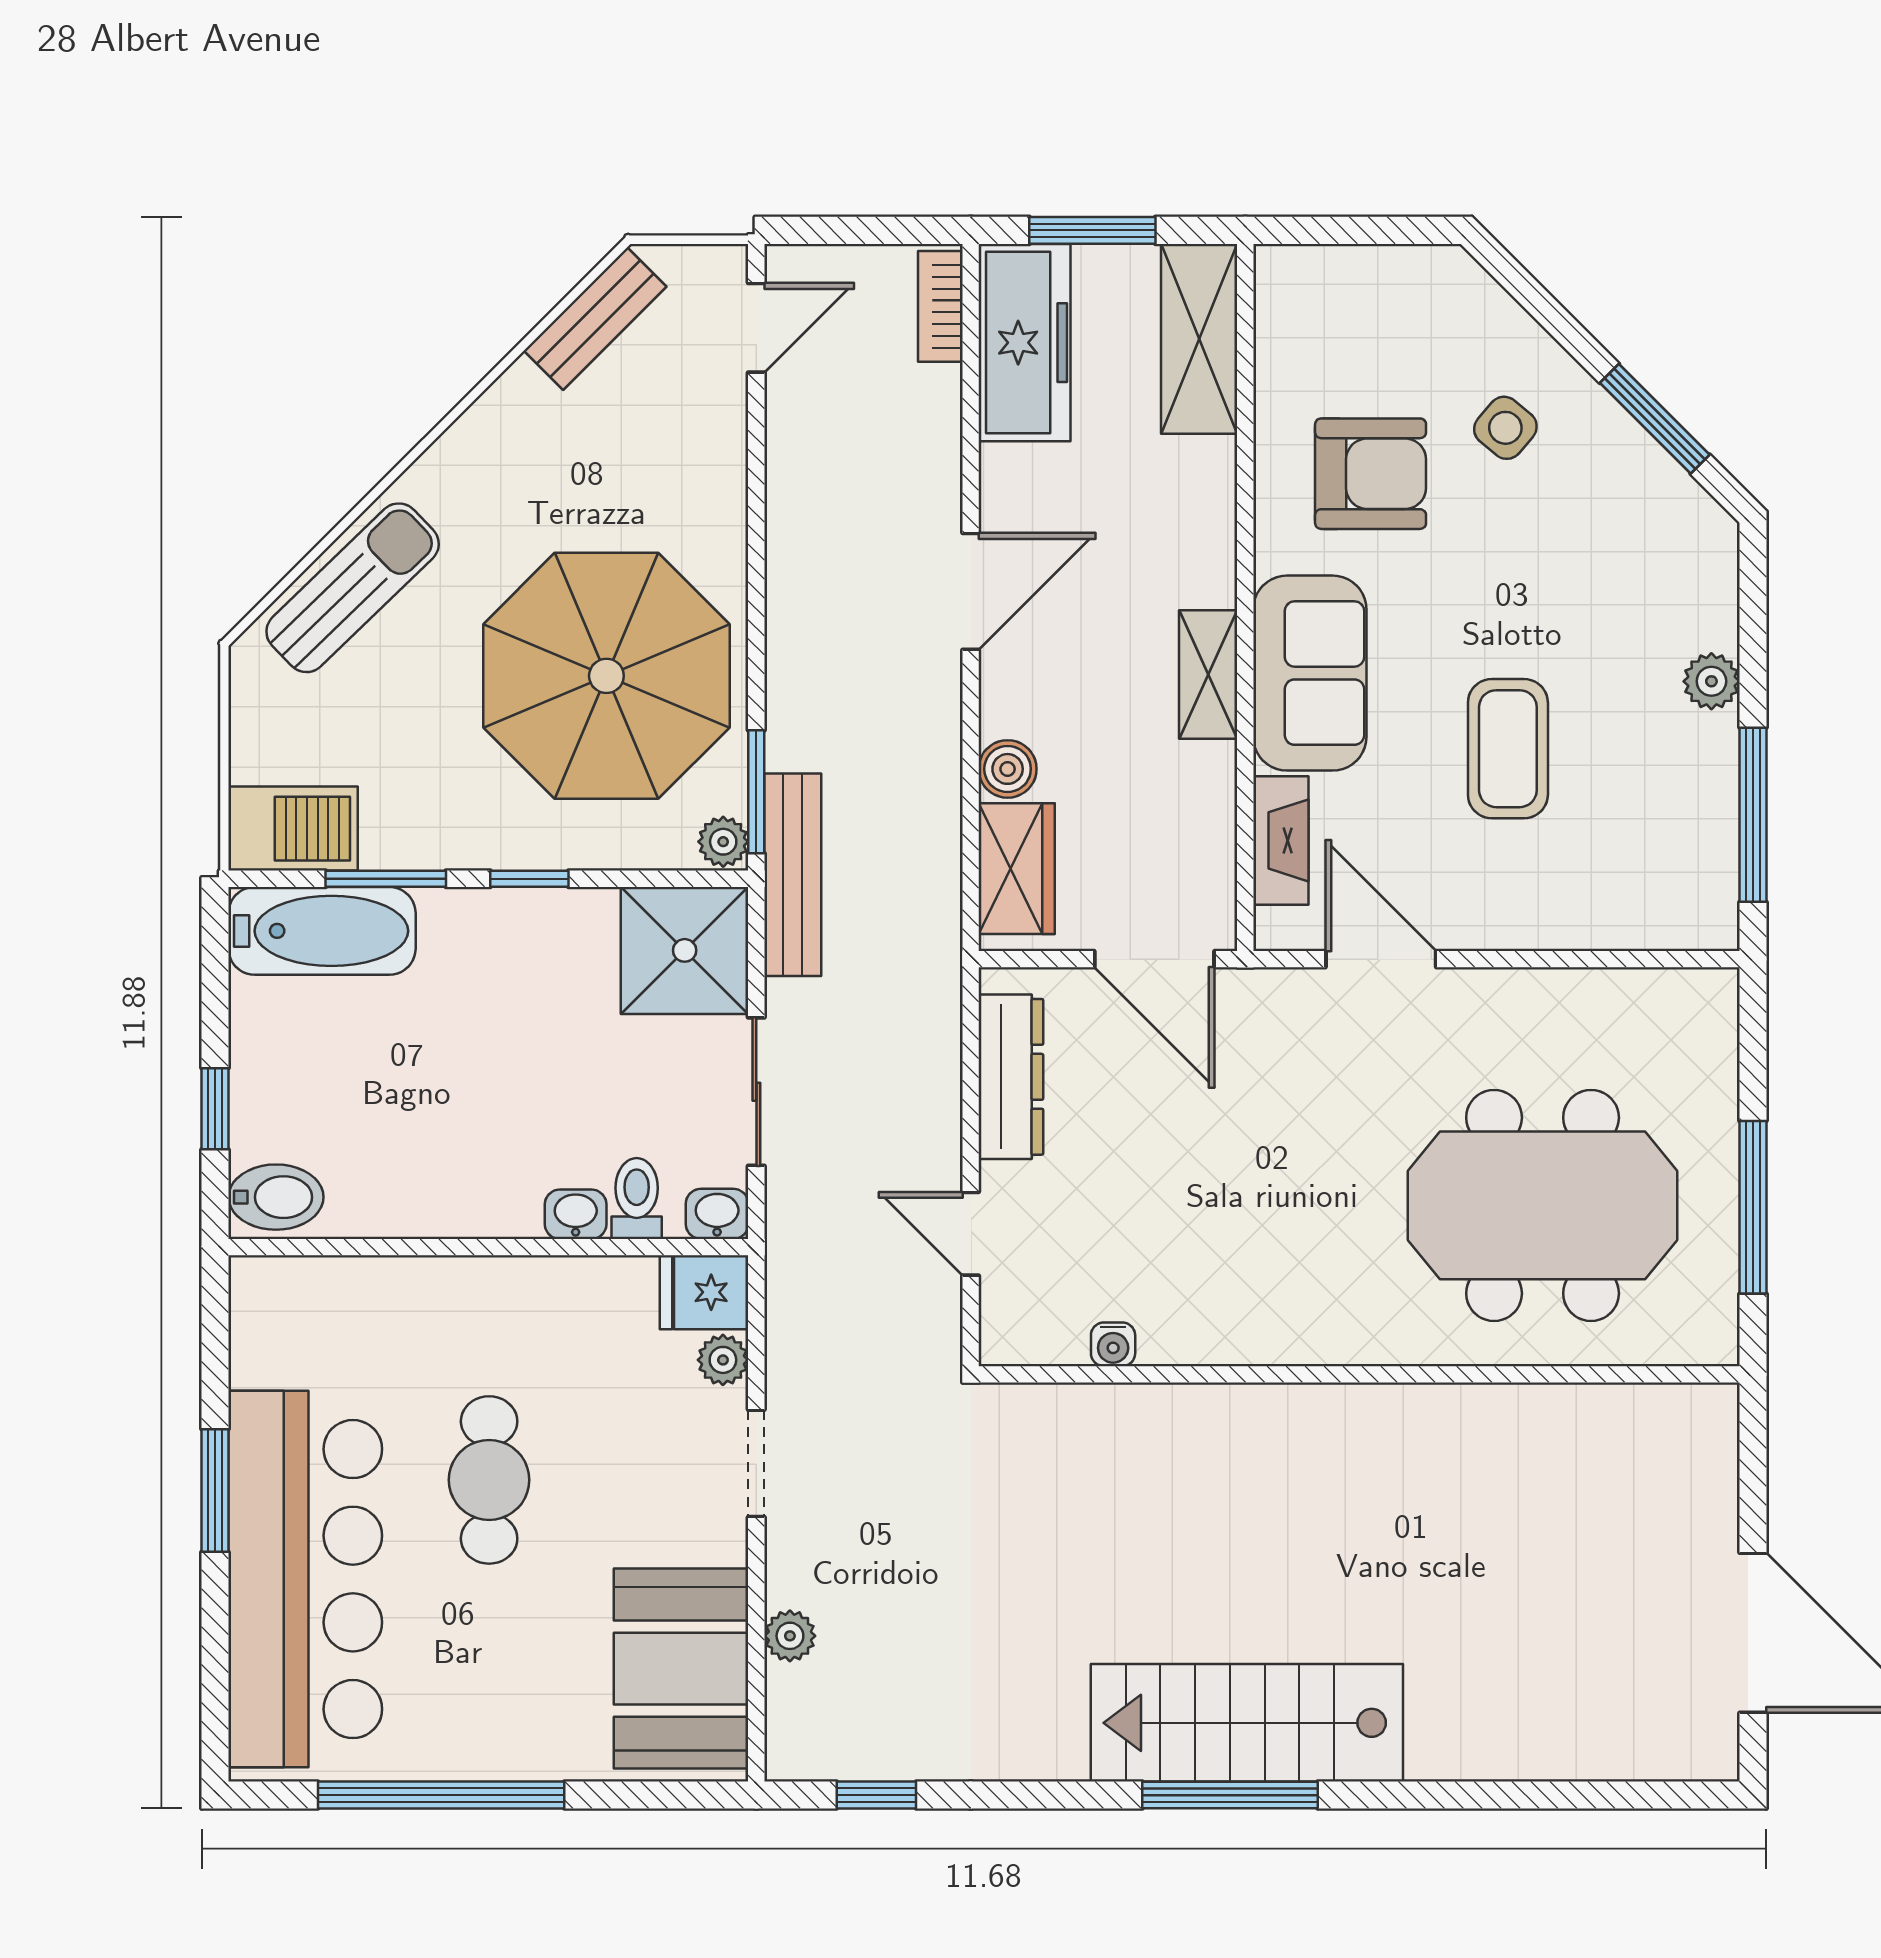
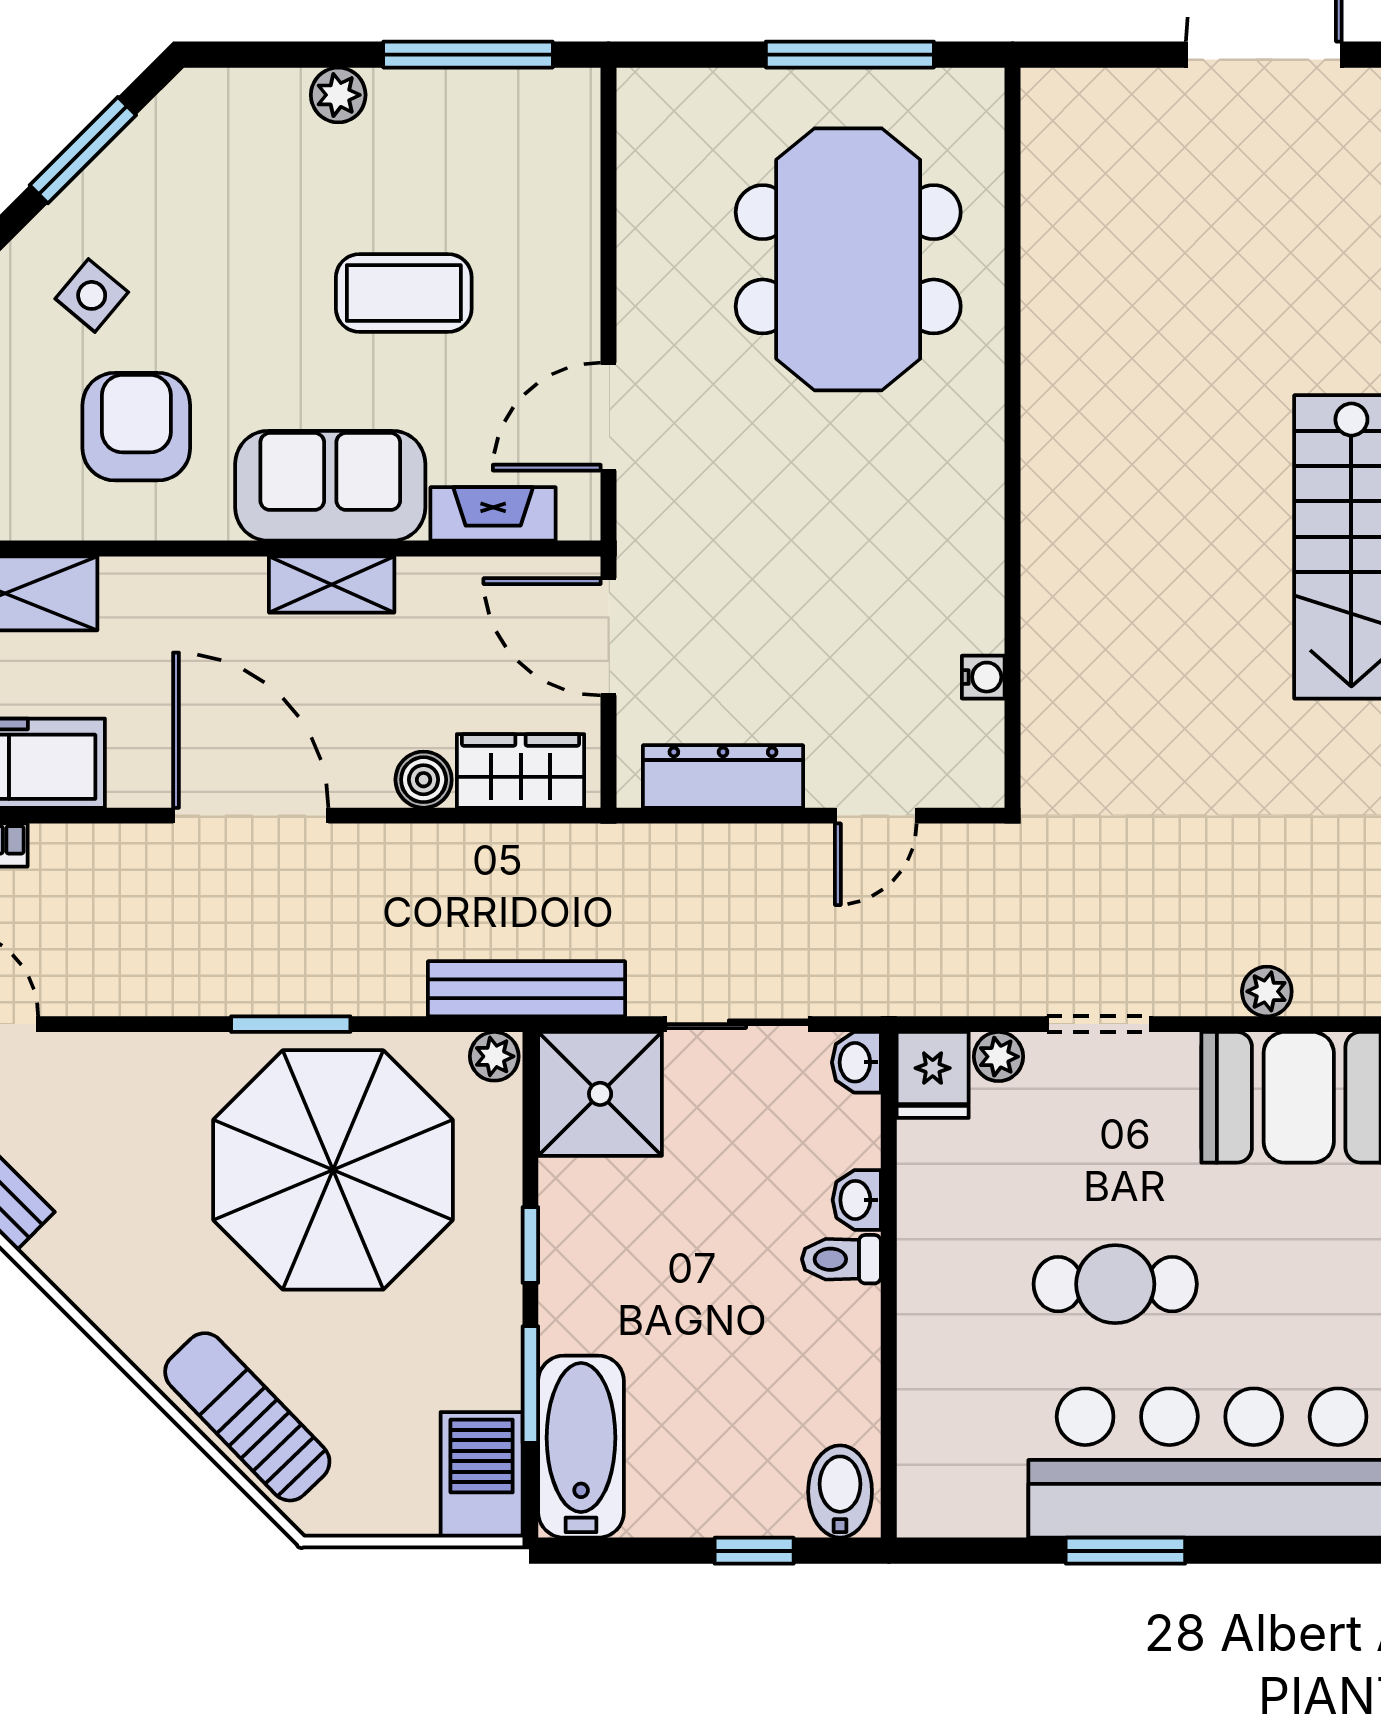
door: (971, 591) -> (251, 816), width x1.36
window: (756, 792) -> (291, 1024), moved
door: (1154, 959) -> (609, 637), swing flipped
toilet: (637, 1199) -> (841, 1259), moved

